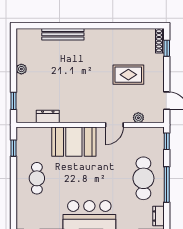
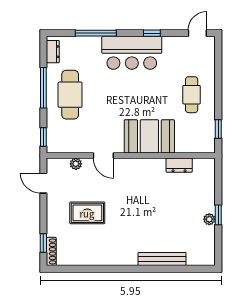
window: (13, 101) -> (218, 215), moved
door: (114, 125) -> (103, 155), swing flipped

